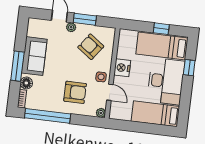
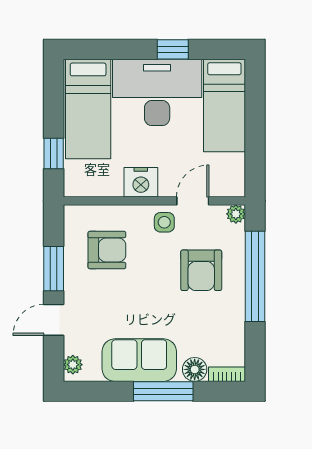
plant: (71, 27) -> (73, 365), moved
window: (161, 29) -> (54, 153), moved
armchair: (91, 47) -> (107, 250), turned -126
window: (189, 68) -> (173, 49), moved
armchair: (75, 92) -> (201, 270), turned 180
window: (48, 116) -> (255, 276), moved

